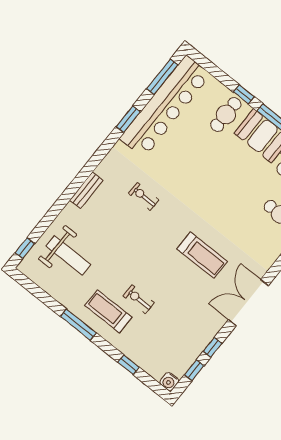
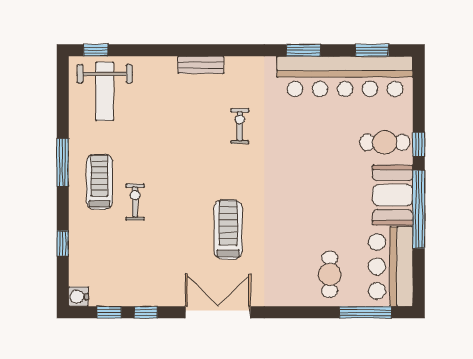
window: (162, 77) -> (372, 50), width x0.69
weight bench: (68, 255) -> (105, 91), moved
treadmill: (202, 255) -> (228, 230), turned 180

